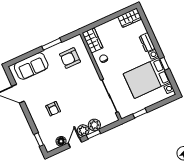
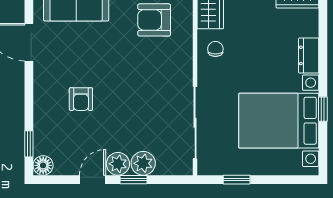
floor lamp: (61, 141) -> (43, 165), moved

